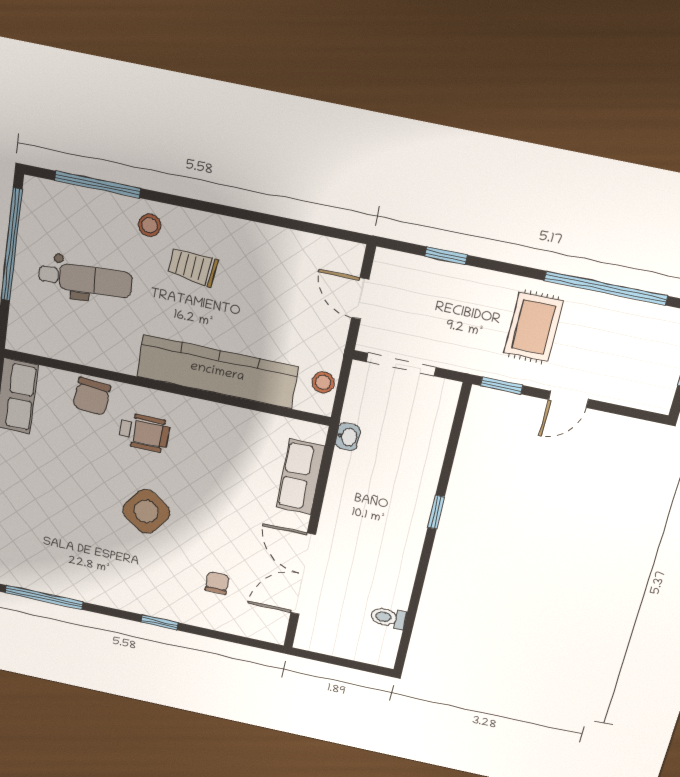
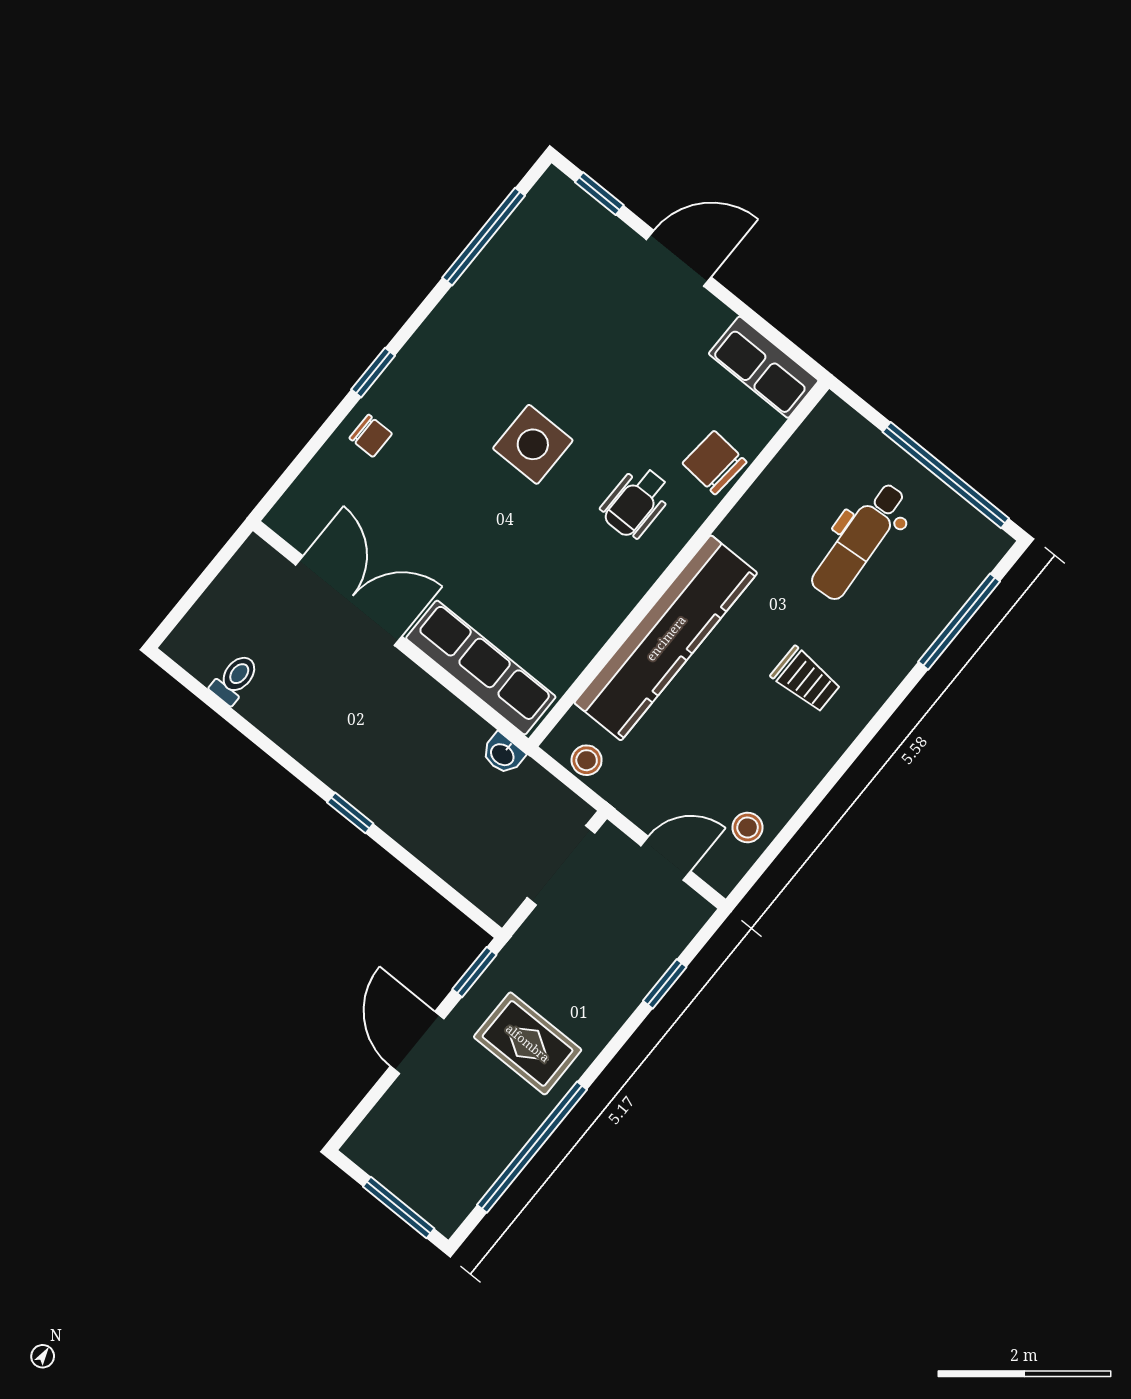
stool: (150, 225) -> (748, 827), moved
trolley: (193, 267) -> (806, 680), turned 84
door: (569, 399) -> (417, 1043), width x1.38
row of seats: (300, 477) -> (481, 668), width x1.48
side table: (146, 511) -> (533, 444), turned -36
chair: (217, 583) -> (371, 436), moved

